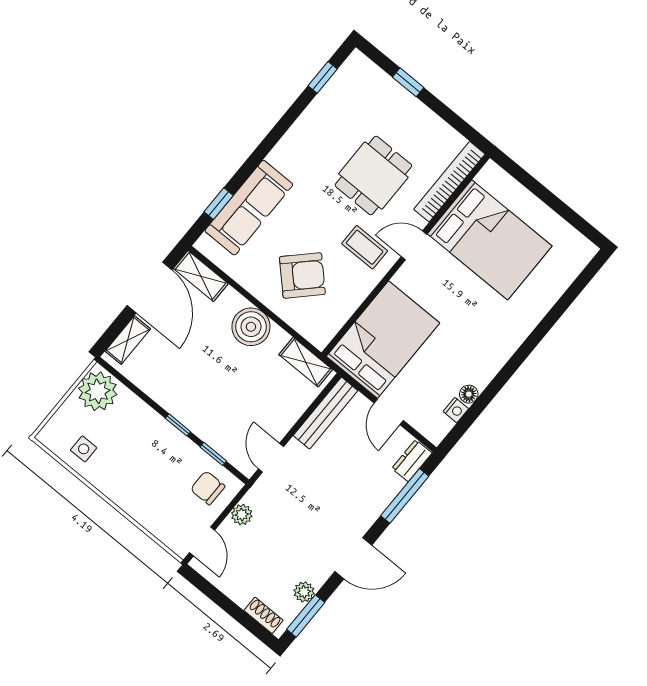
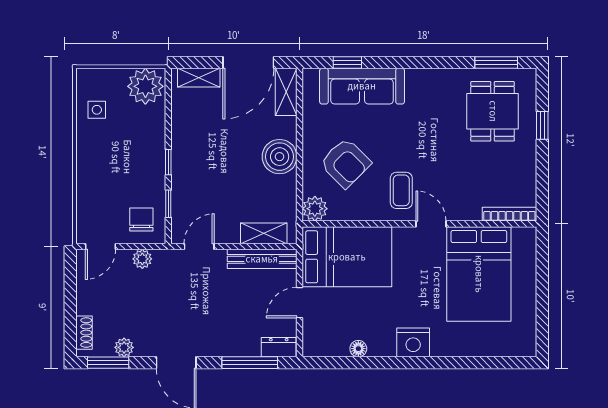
window: (323, 77) -> (496, 63), width x1.50
dining table: (373, 175) -> (493, 111), moved, turned 90
bookcase: (449, 182) -> (509, 214), width x0.68, depth x0.76
plant: (320, 333) -> (315, 209), added
shelving: (306, 362) -> (264, 233), moved, turned 90
nightstand: (456, 410) -> (413, 342), moved, width x1.89, depth x1.79

